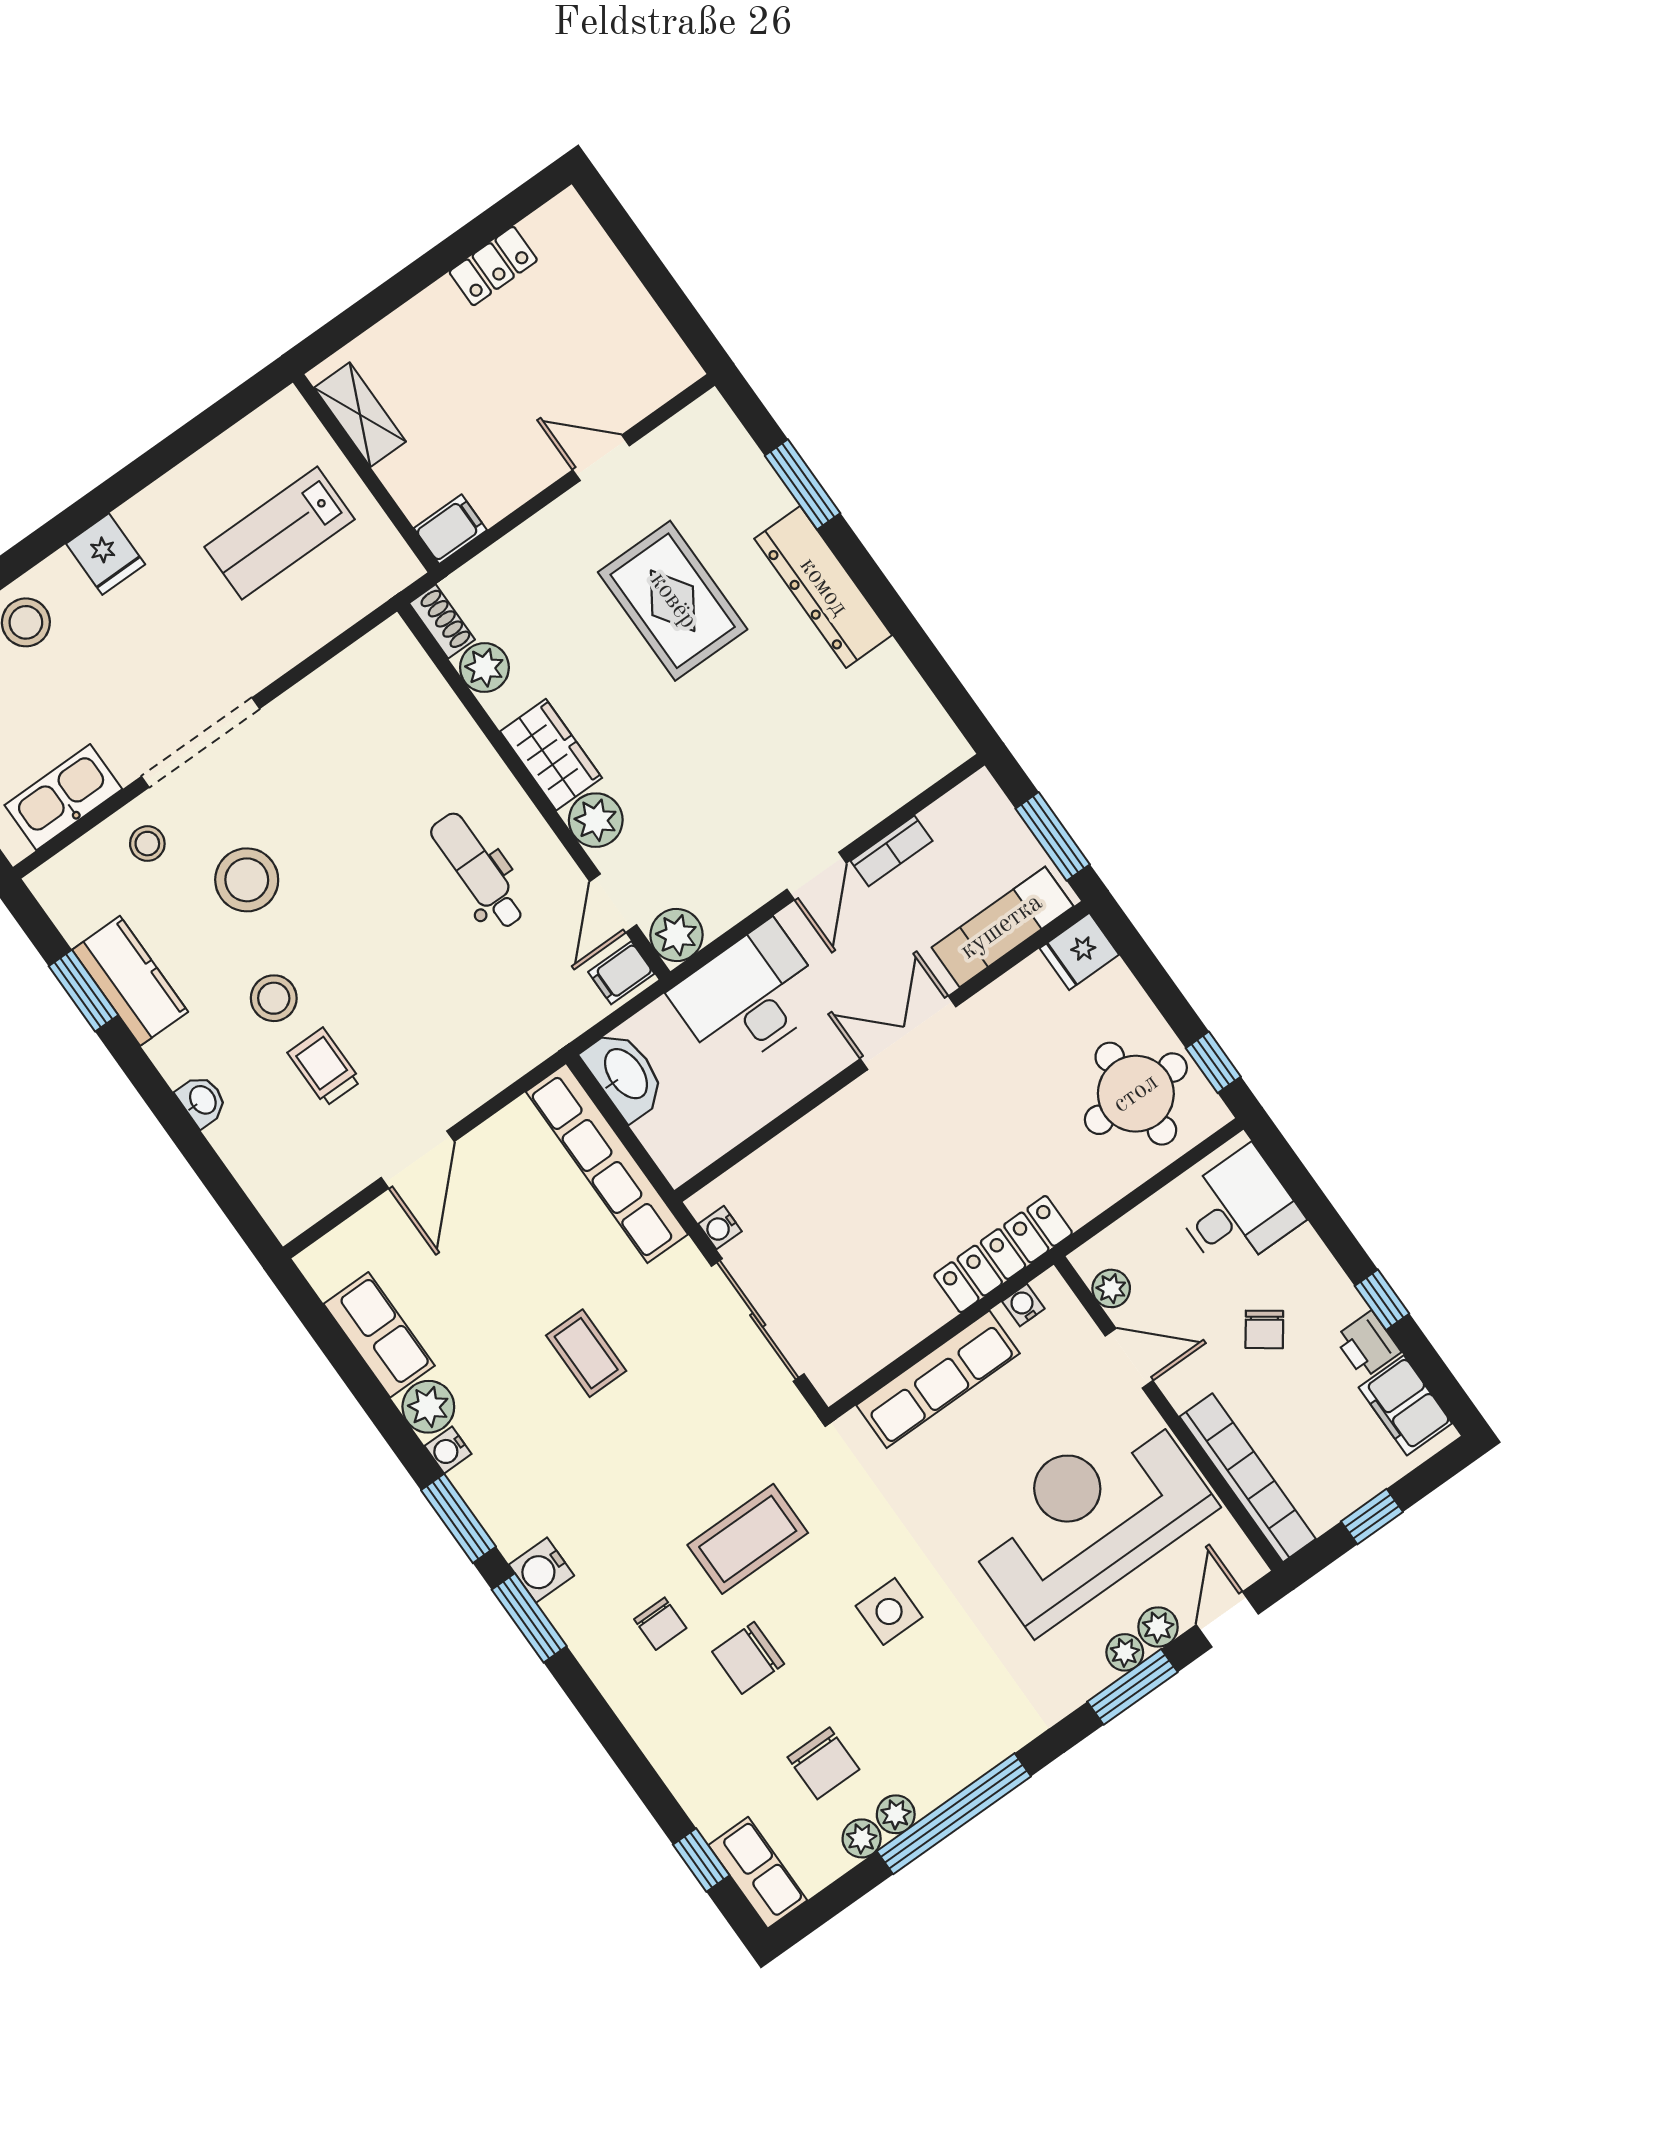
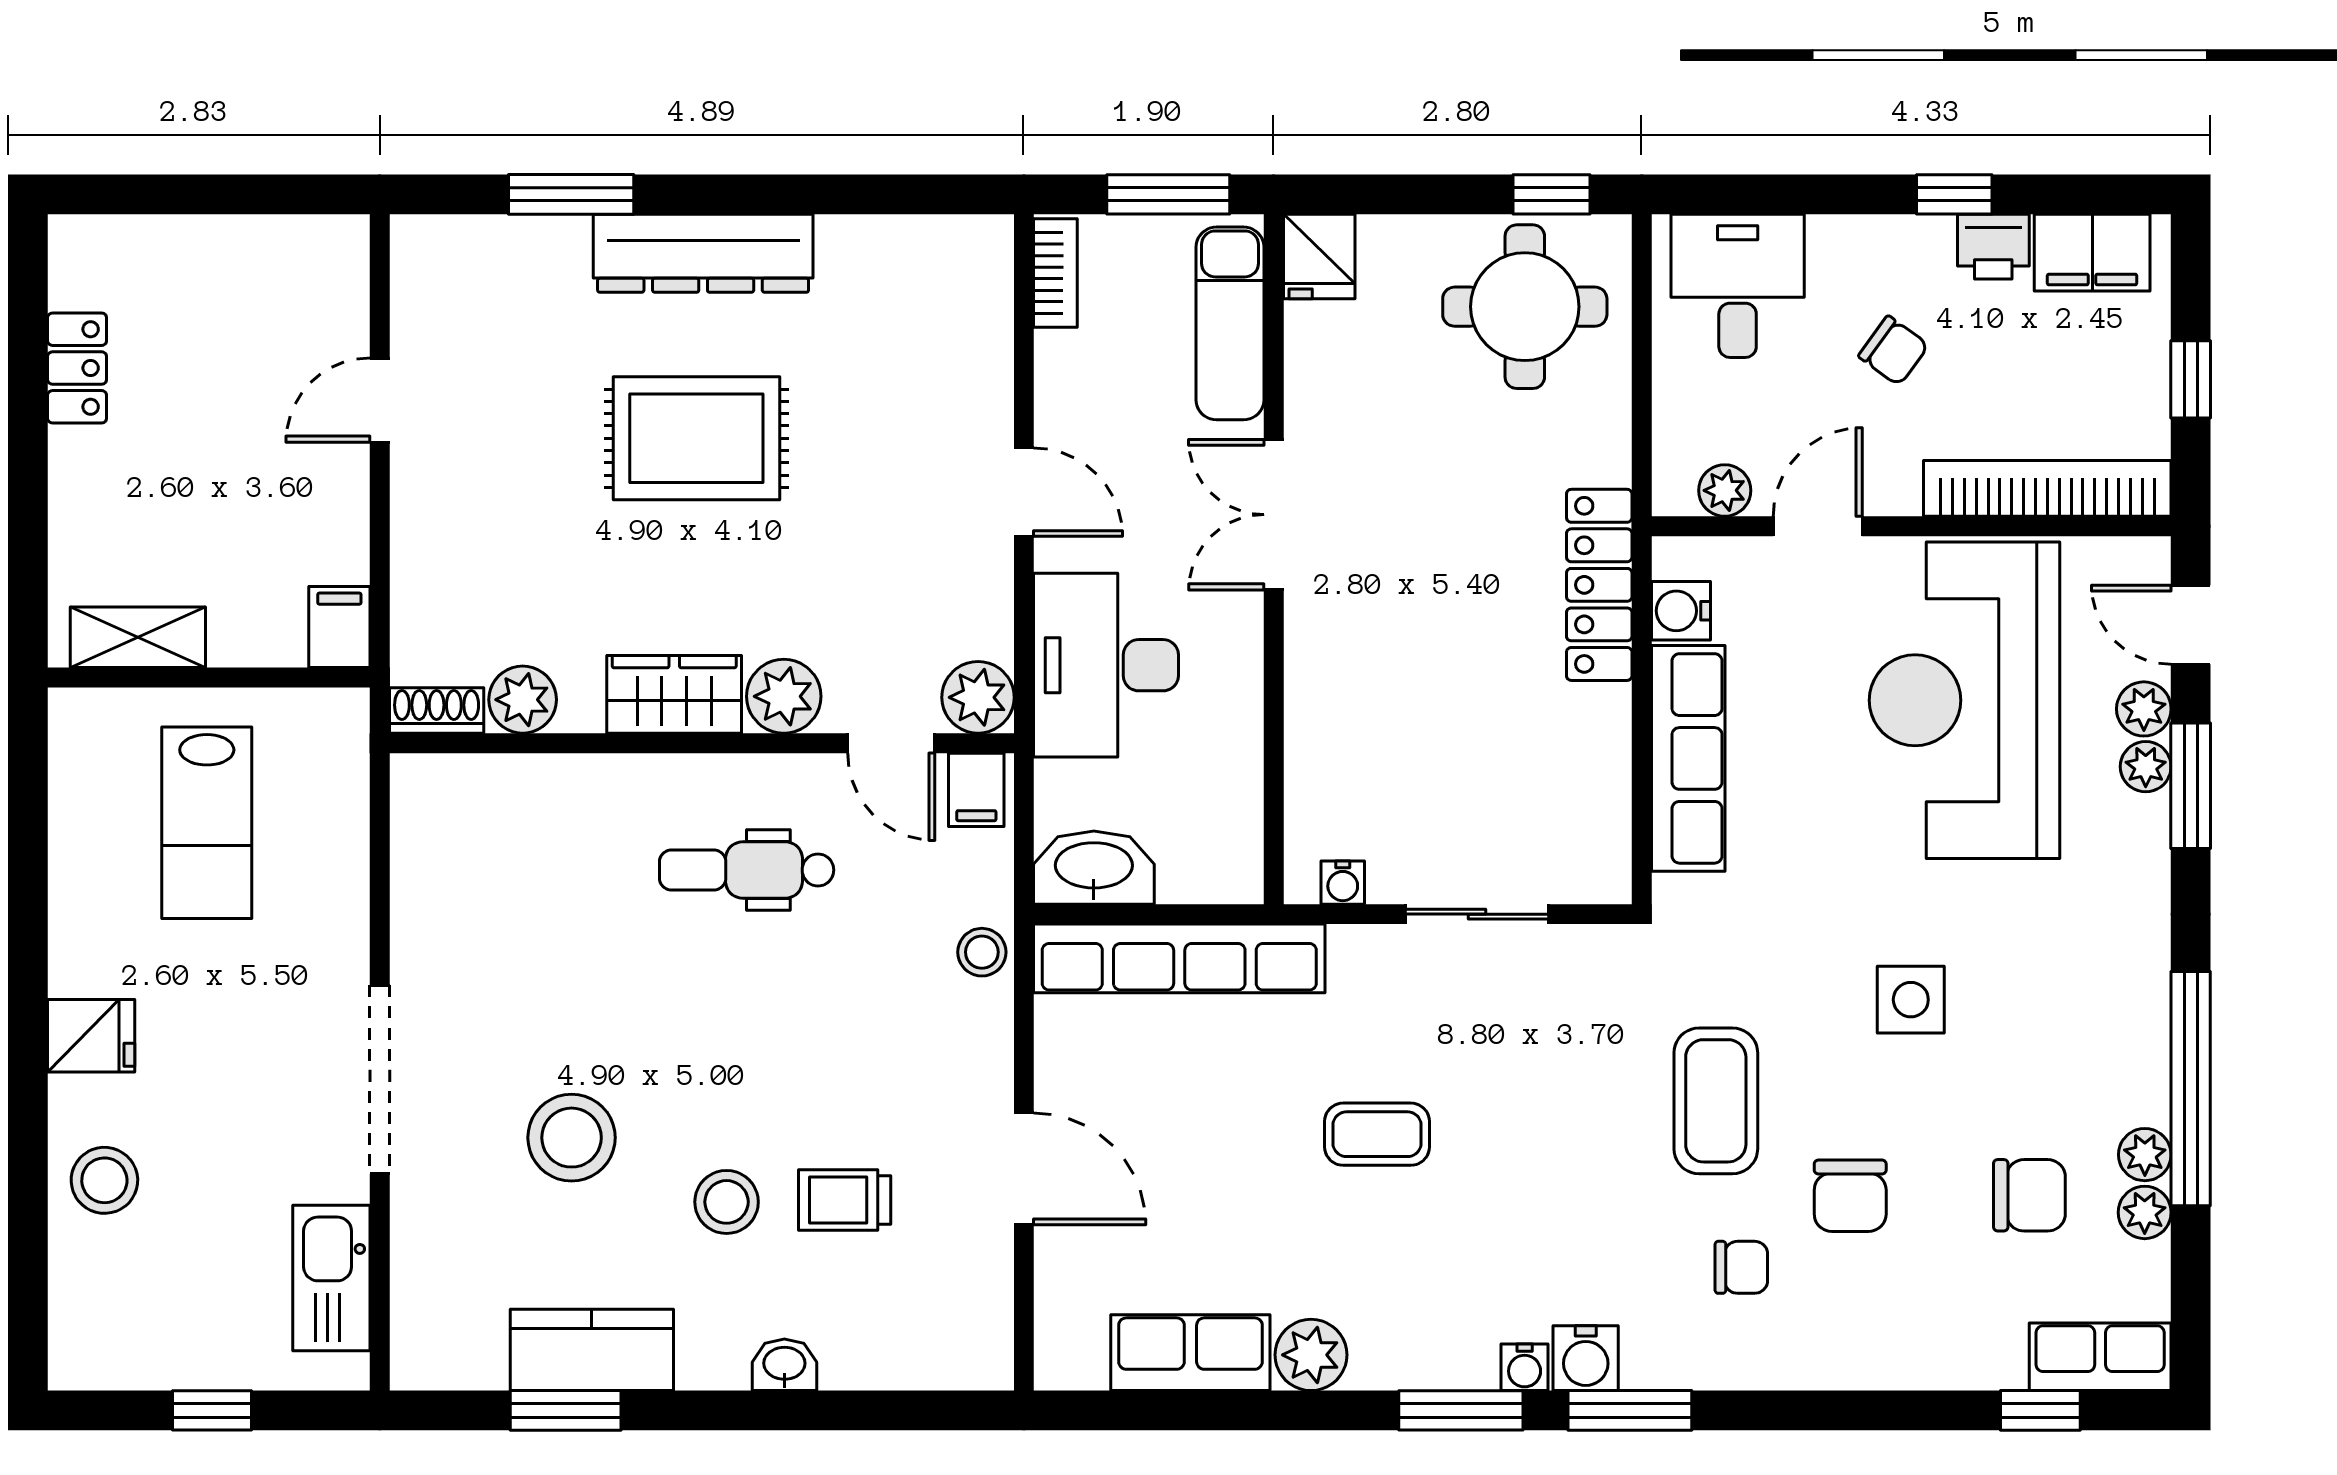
rug: (673, 601) -> (696, 438), moved
stool: (147, 844) -> (982, 952), moved
bookcase: (892, 851) -> (1055, 273), moved
water cooler: (1023, 1305) -> (1681, 611), width x1.38, depth x1.38
sliding door: (758, 1320) -> (1477, 914), width x0.73
water cooler: (448, 1450) -> (1525, 1367), moved

